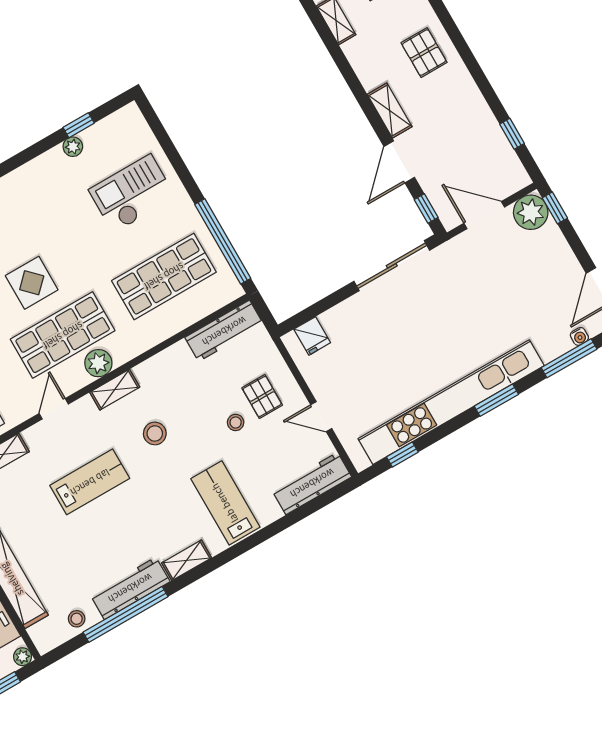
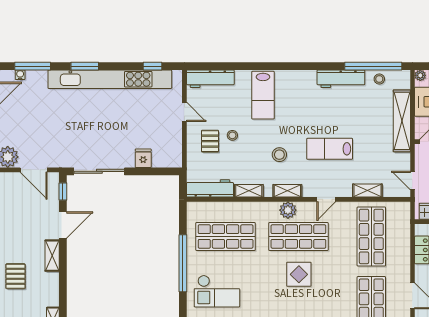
window: (223, 241) -> (183, 263), moved
fridge: (312, 336) -> (143, 158), moved
shelving: (187, 560) -> (249, 191), moved
window: (126, 614) -> (373, 66), moved

